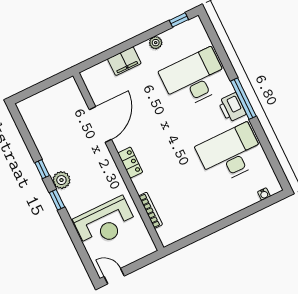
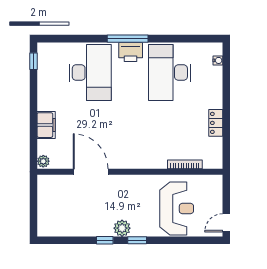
plant: (156, 43) -> (43, 161), moved
desk: (194, 79) -> (90, 73), turned 180
locker: (130, 163) -> (216, 123), moved, turned -90

